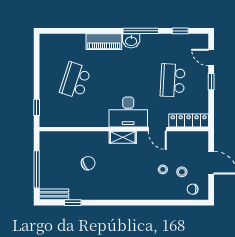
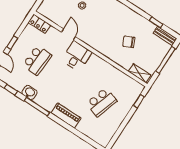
washbasin: (131, 41) -> (30, 92), moved
desk: (128, 112) -> (77, 56), width x0.73
locker: (189, 121) -> (39, 24), width x0.66
shelving: (123, 137) -> (139, 73), moved

